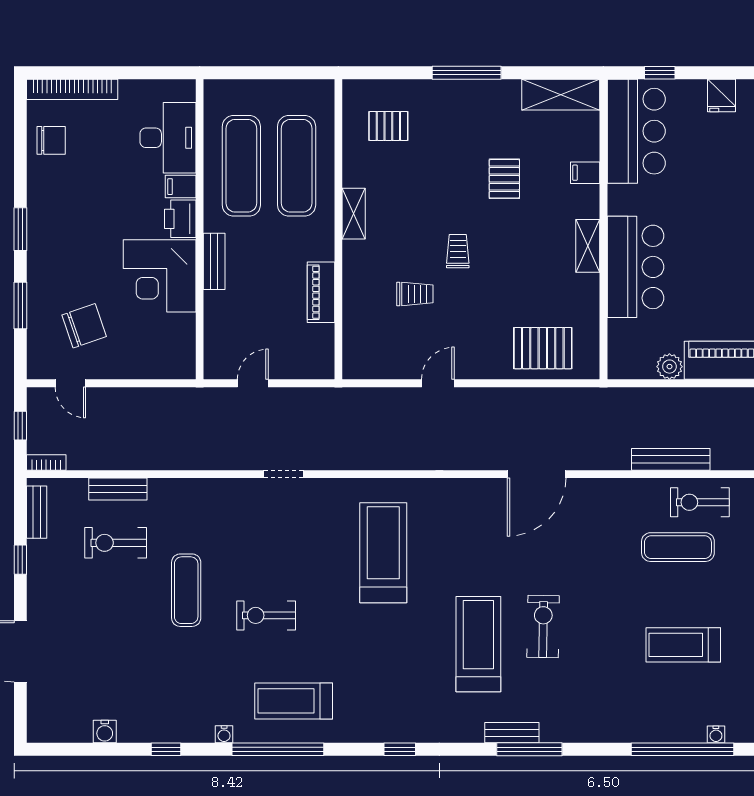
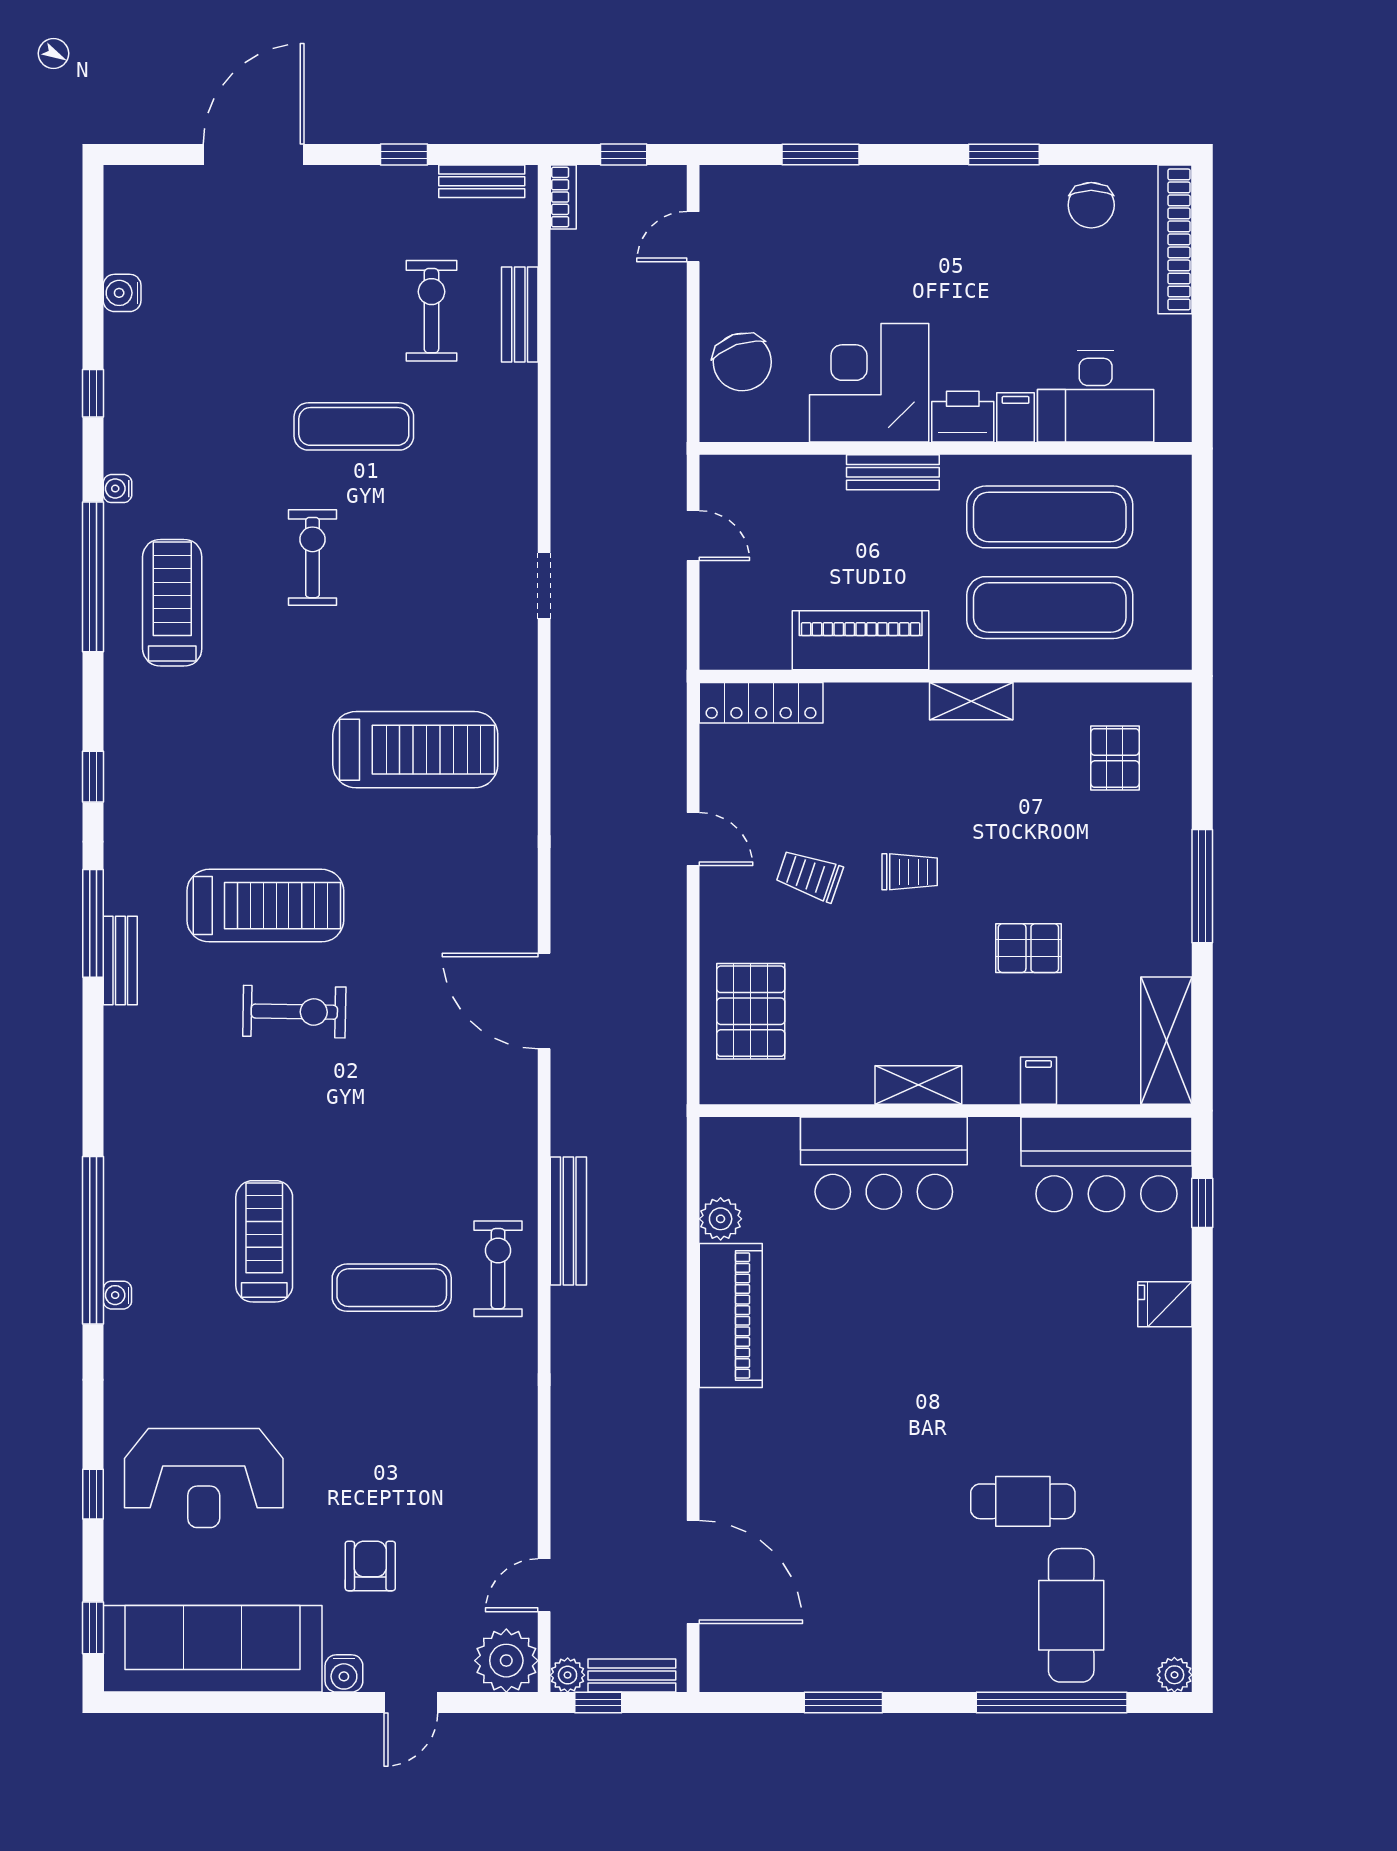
window: (20, 229) -> (1004, 155), moved
piano: (321, 292) -> (861, 640), width x1.37, depth x1.33
trolley: (415, 294) -> (809, 876), moved, turned 109
chair: (84, 326) -> (742, 362), moved
locker: (355, 342) -> (761, 703), added
exercise mat: (678, 547) -> (392, 1288), moved, turned 90
window: (529, 749) -> (93, 923), moved

